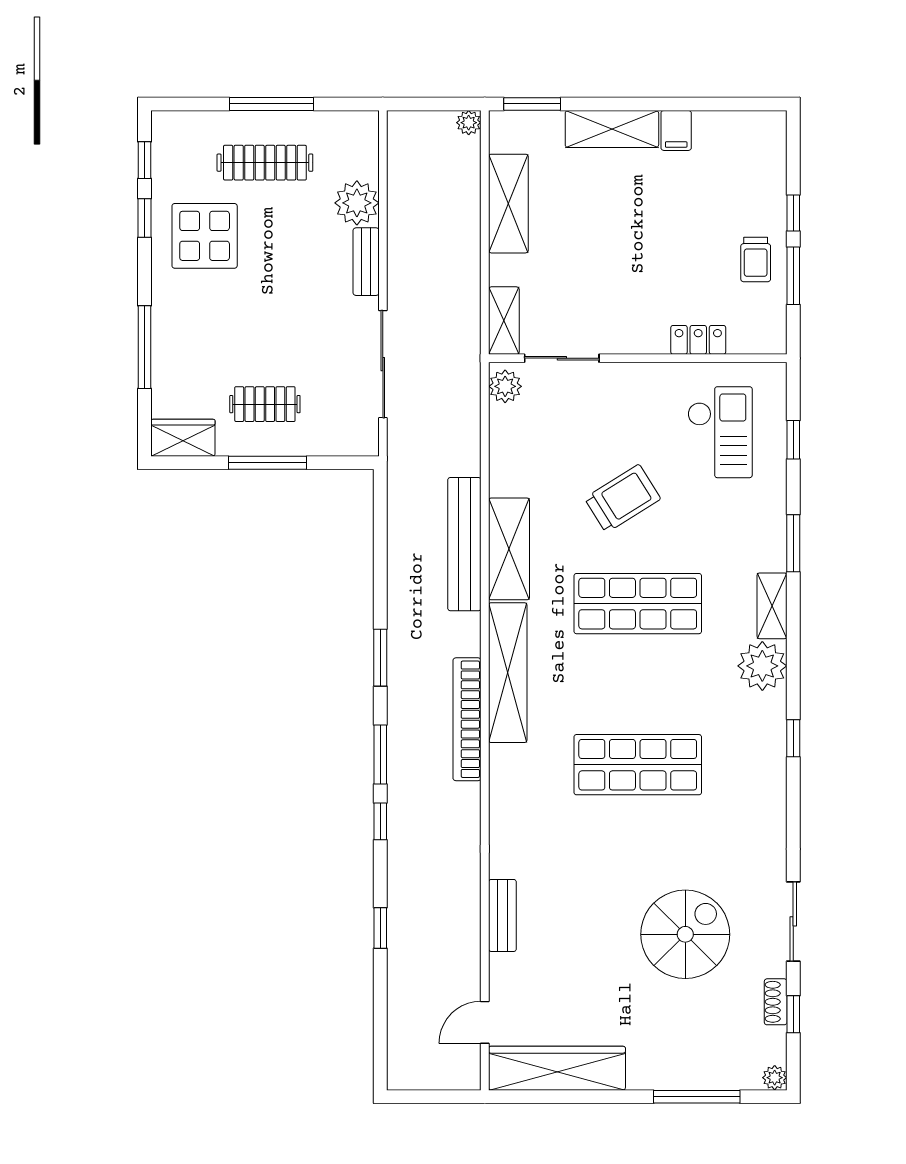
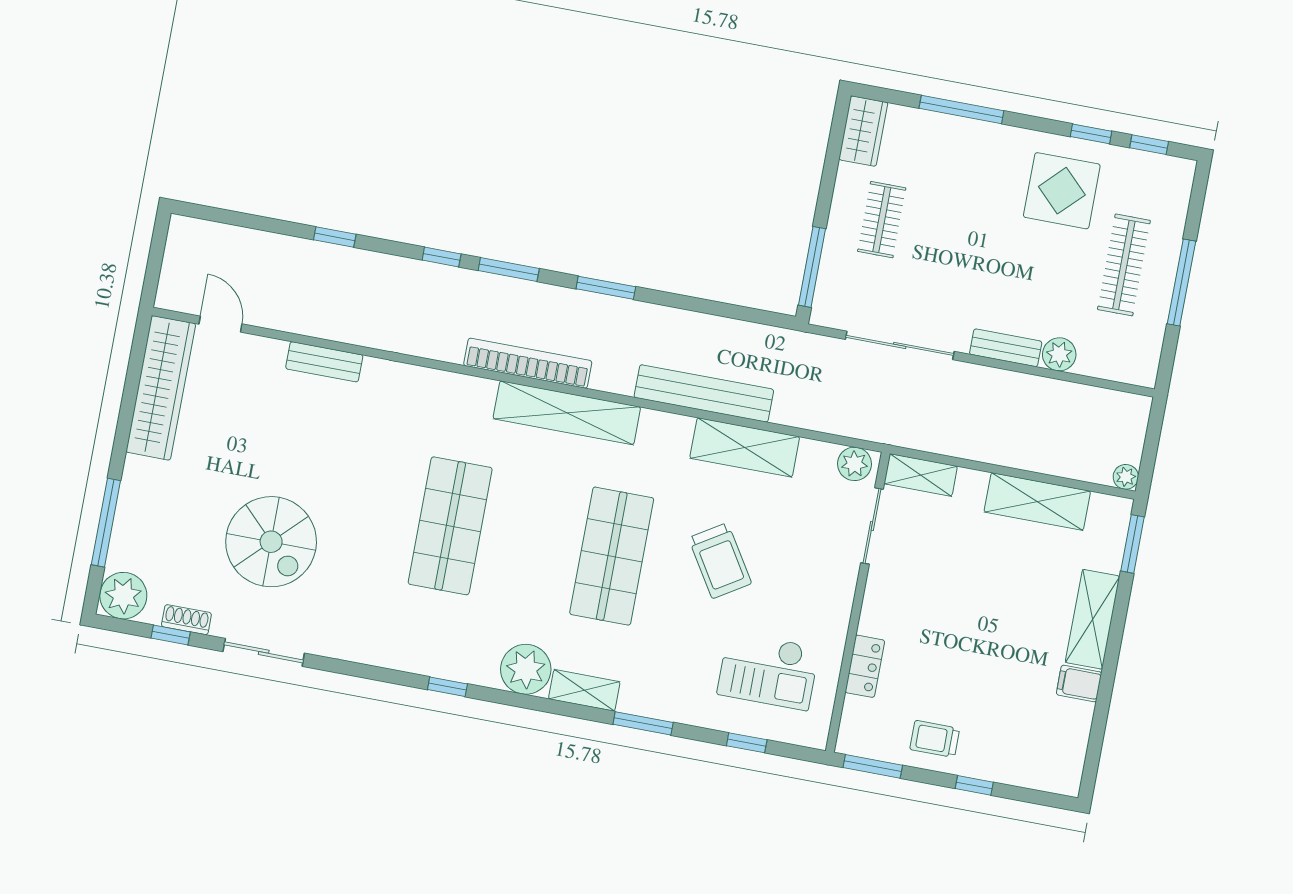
plant: (357, 203) -> (1059, 354), width x0.73, depth x0.73
window: (793, 276) -> (873, 766), moved
window: (267, 463) -> (812, 267), moved
shelving: (509, 549) -> (745, 447), moved
plant: (775, 1078) -> (123, 596), width x1.88, depth x1.88

